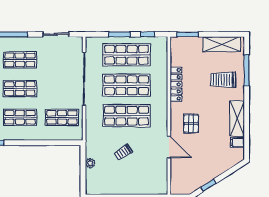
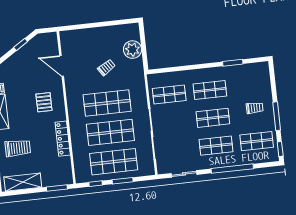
door: (169, 147) -> (62, 66), moved
plant: (90, 163) -> (132, 50), width x1.87, depth x1.87

